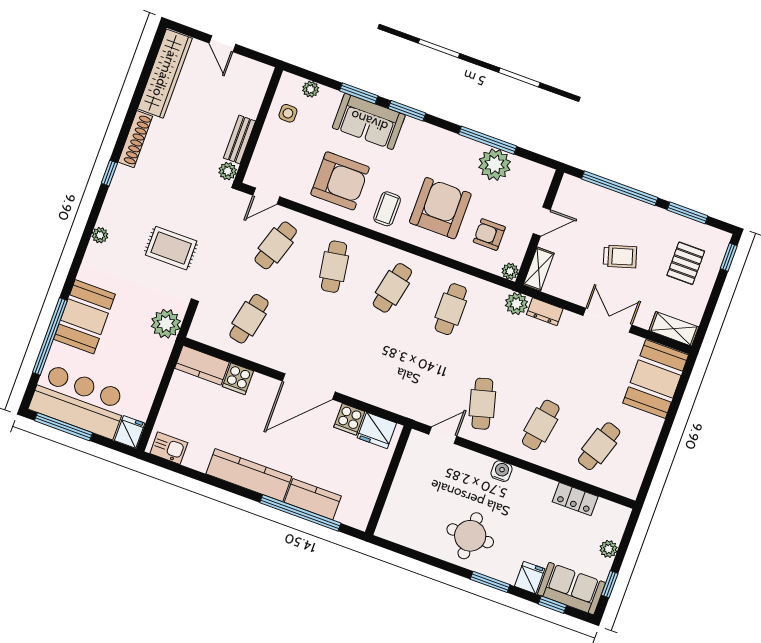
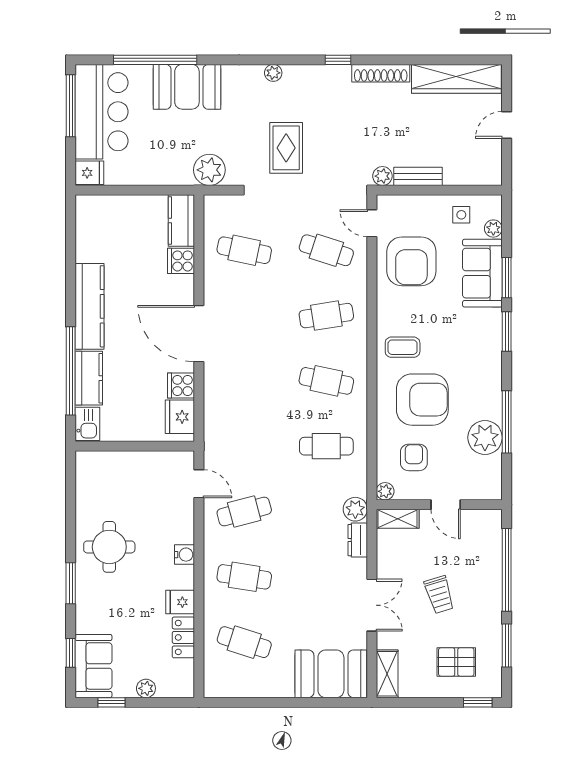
sofa: (369, 121) -> (482, 273), moved
armchair: (340, 181) -> (411, 261), moved
kitchen sink: (169, 448) -> (87, 424), moved
fridge: (530, 578) -> (180, 602), moved, turned 180

